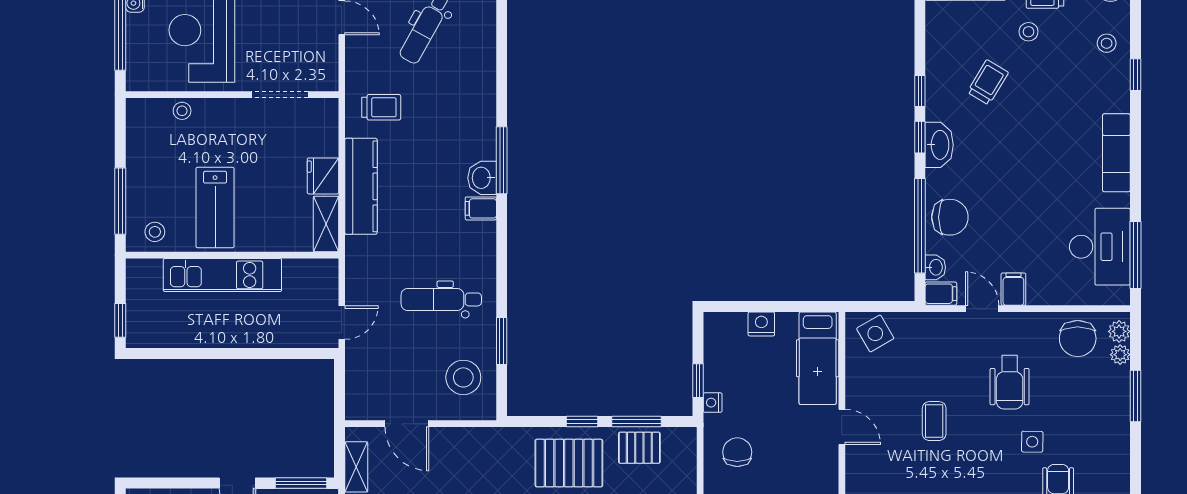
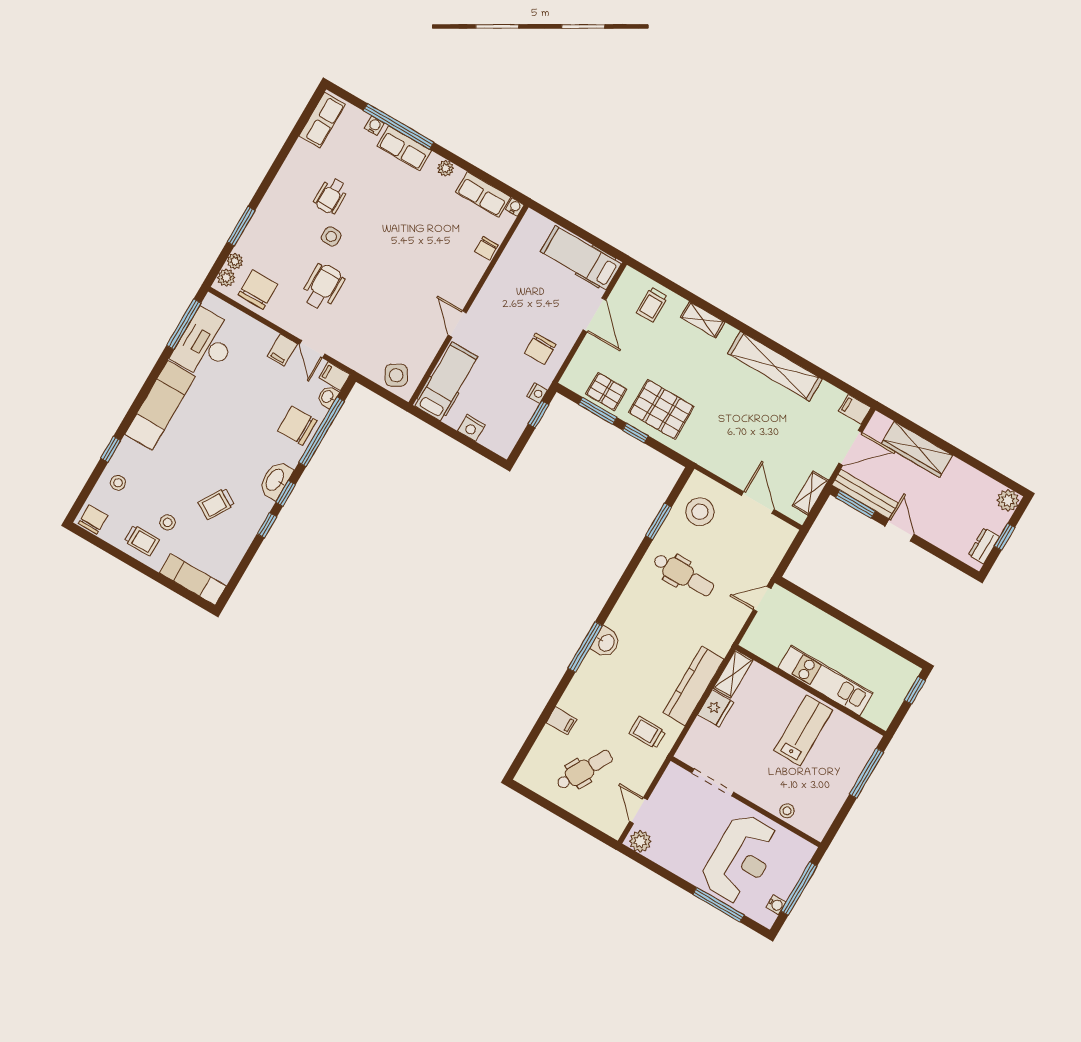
exam couch: (1116, 153) -> (160, 405), width x1.36, depth x1.45
filing cabinet: (481, 208) -> (561, 721), moved
stool: (155, 232) -> (855, 738), removed
coffee table: (934, 421) -> (391, 291), removed

